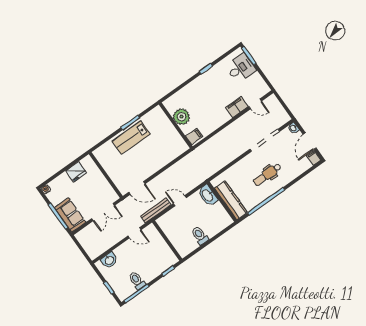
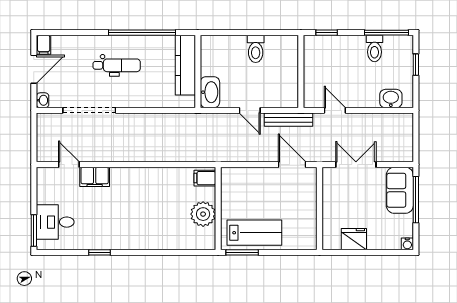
plant: (182, 117) -> (203, 214), moved
wall: (176, 125) -> (218, 208), moved
filing cabinet: (194, 136) -> (205, 178), moved

